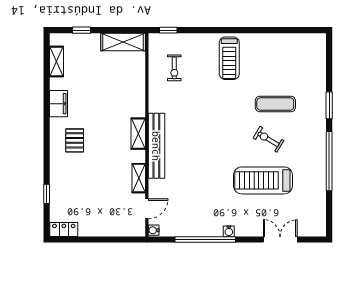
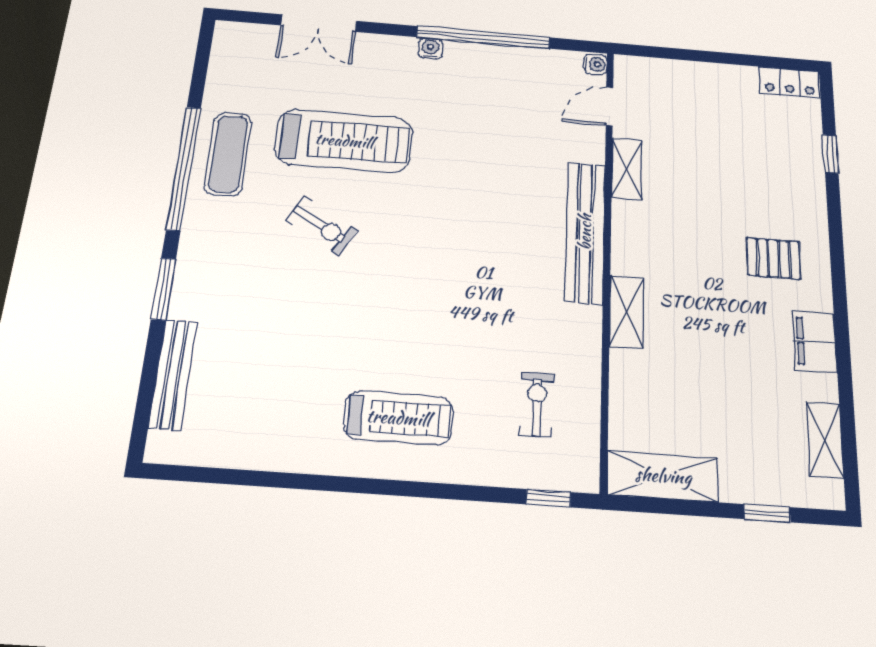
treadmill: (229, 58) -> (398, 418), turned 90
bench: (320, 69) -> (173, 374), added
exercise mat: (275, 104) -> (228, 154), moved, turned 90
shelving: (138, 134) -> (627, 312), moved
pallet: (75, 140) -> (773, 258), turned 90

